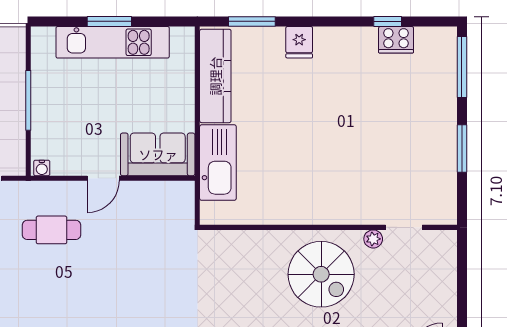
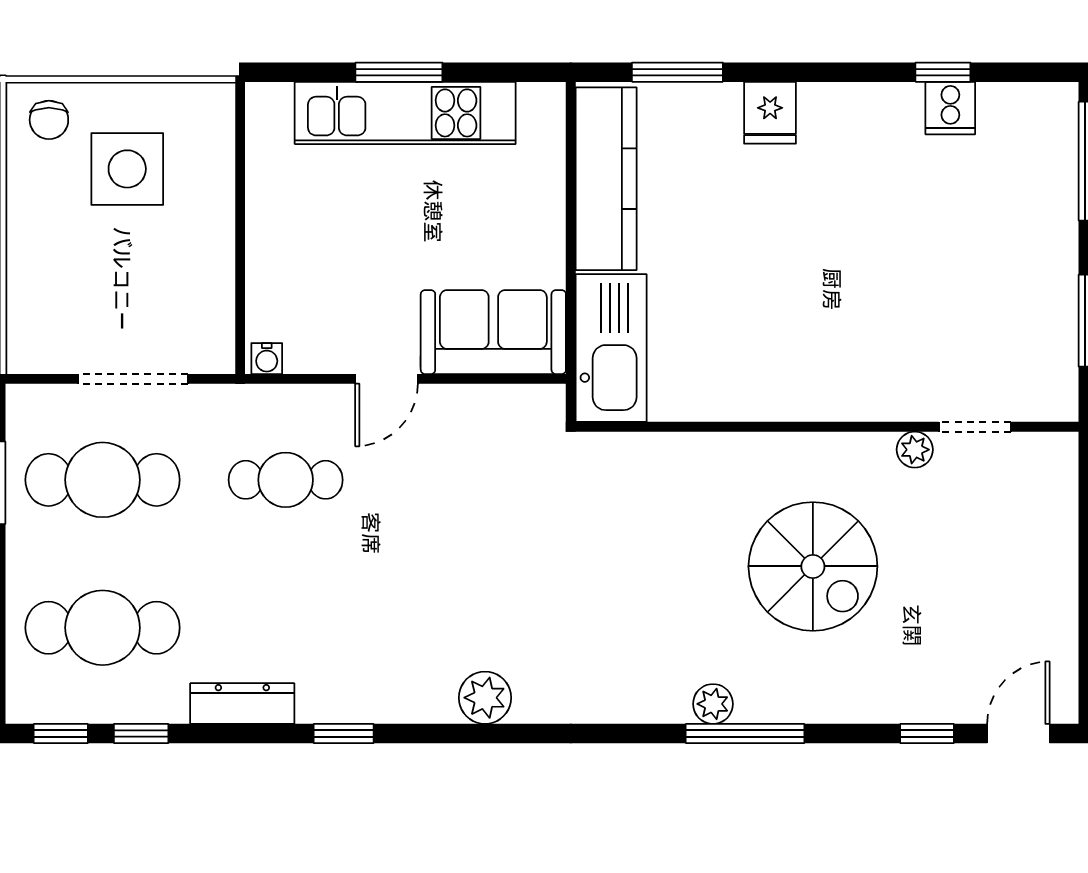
cooker: (396, 40) -> (950, 108), width x0.73
window: (28, 100) -> (240, 227), removed
wall: (328, 227) -> (827, 427), moved
doorway: (404, 227) -> (975, 427), moved
plant: (373, 239) -> (915, 450), moved

